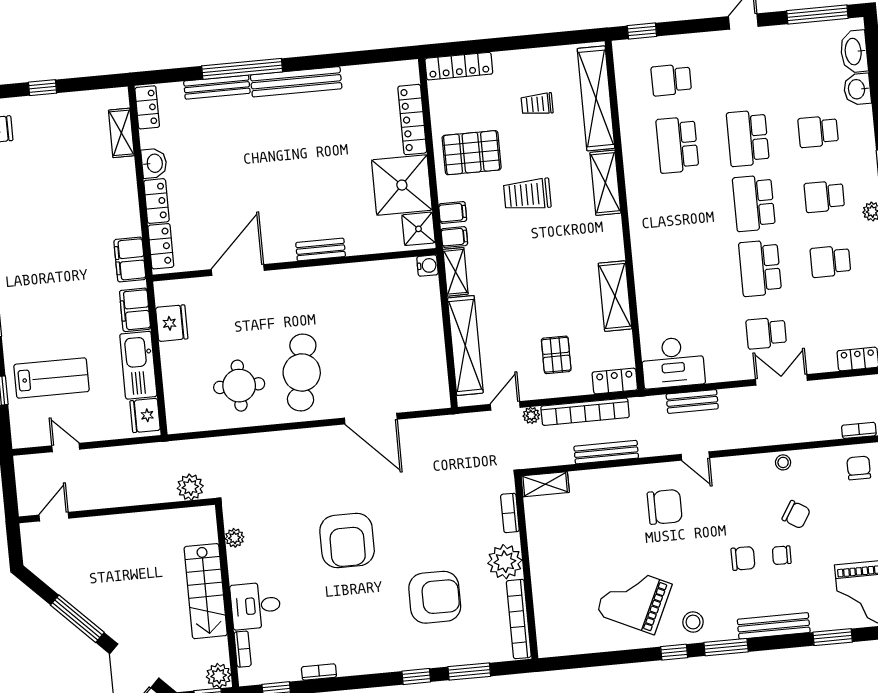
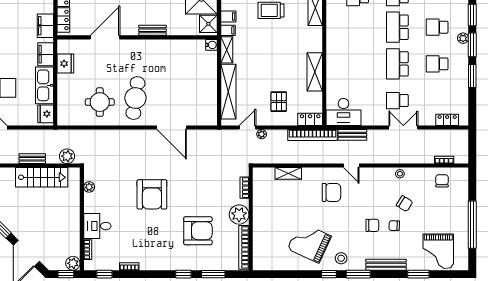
bookcase: (585, 412) -> (313, 135), moved
bench: (606, 452) -> (32, 159), moved, width x0.73
shelving: (545, 484) -> (288, 173), moved
stairs: (206, 591) -> (42, 177), moved, turned -90

